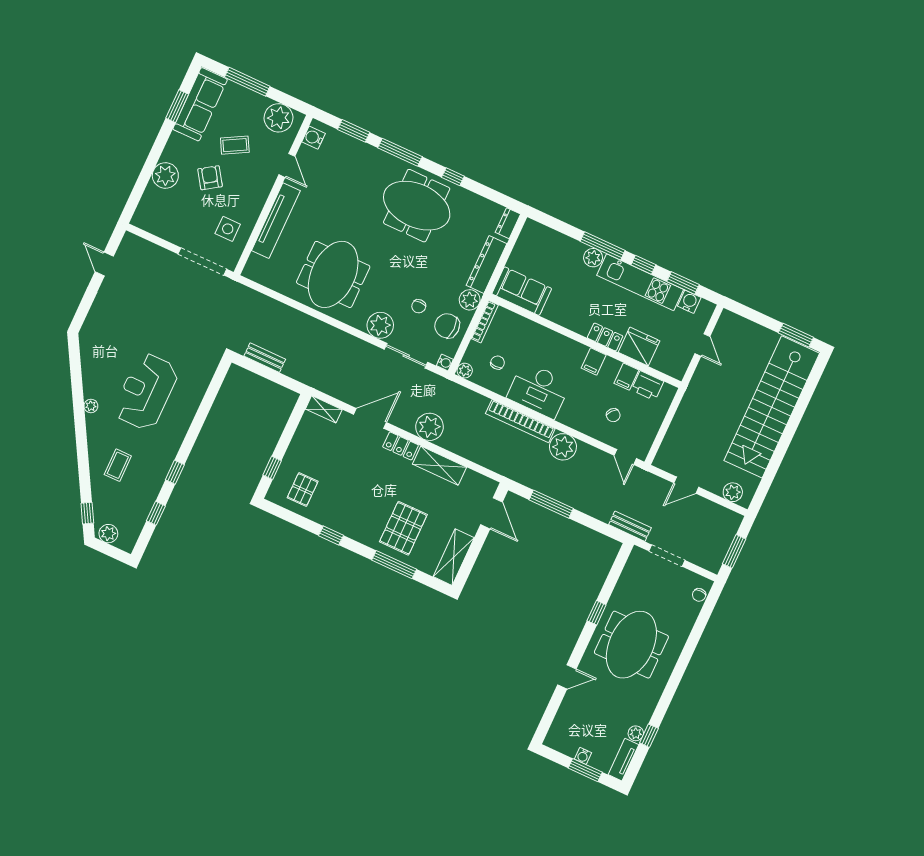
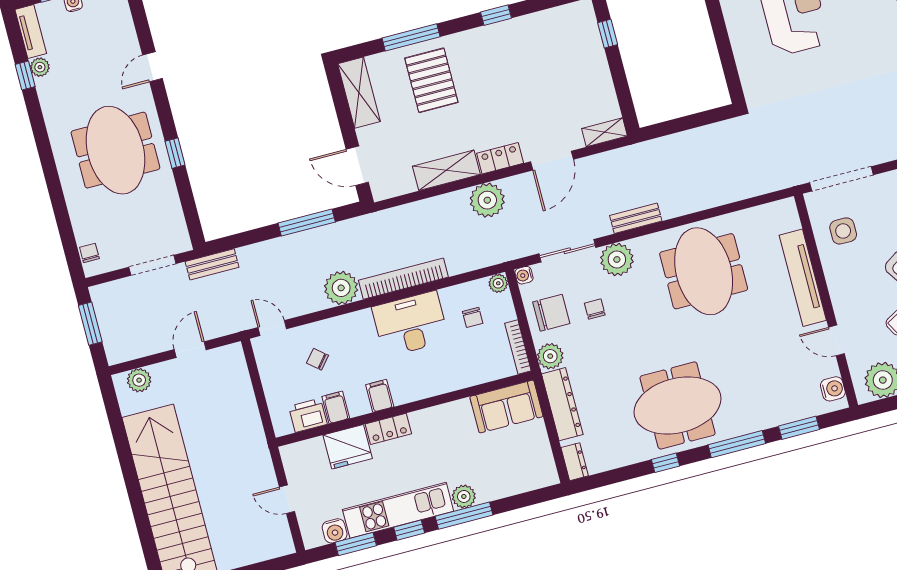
bench: (265, 358) -> (636, 218), moved
pallet: (303, 490) -> (561, 37), removed

